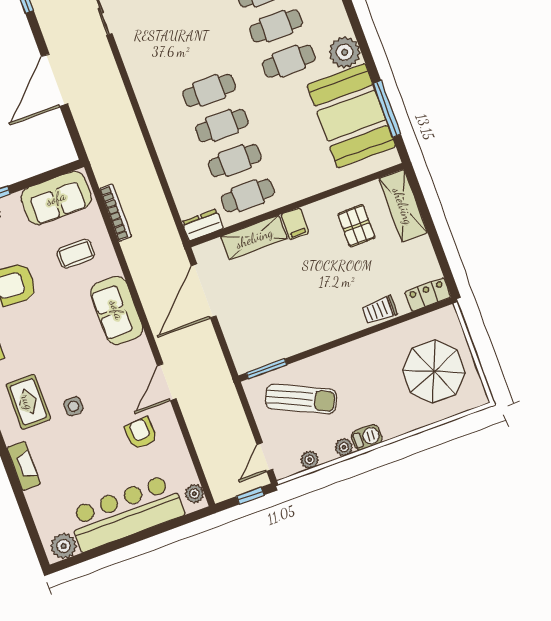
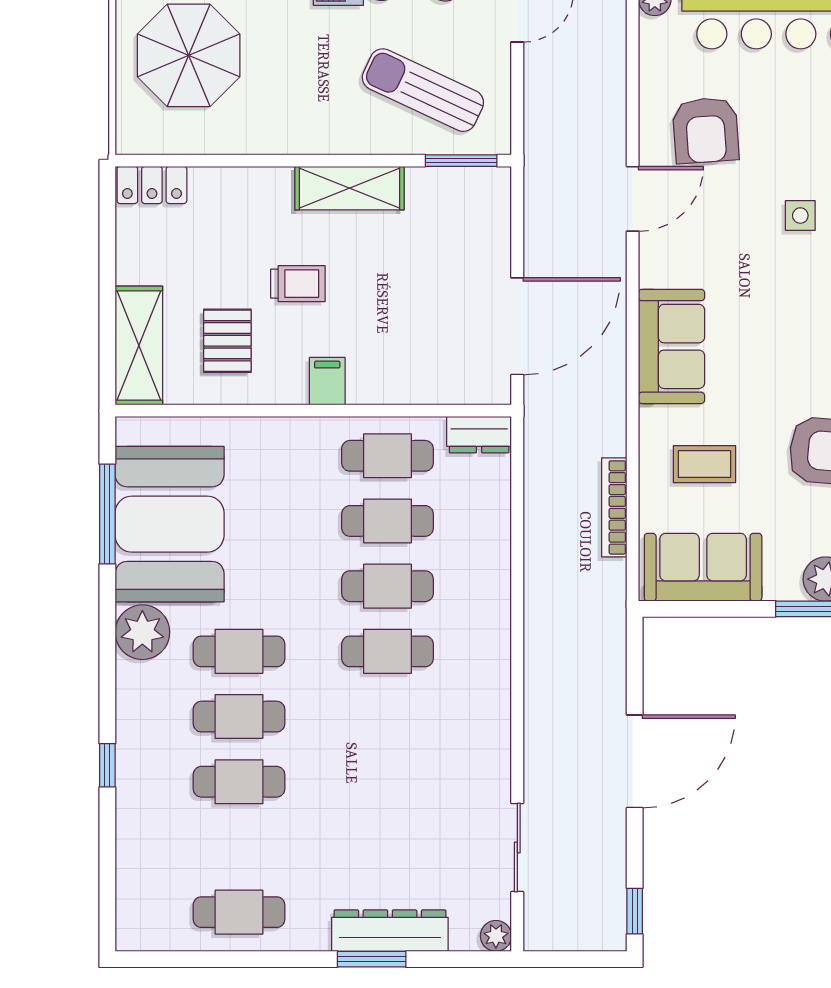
shelving: (254, 238) -> (350, 188), moved
trolley: (379, 310) -> (298, 284), moved
armchair: (141, 433) -> (706, 130), width x1.38, depth x1.38

